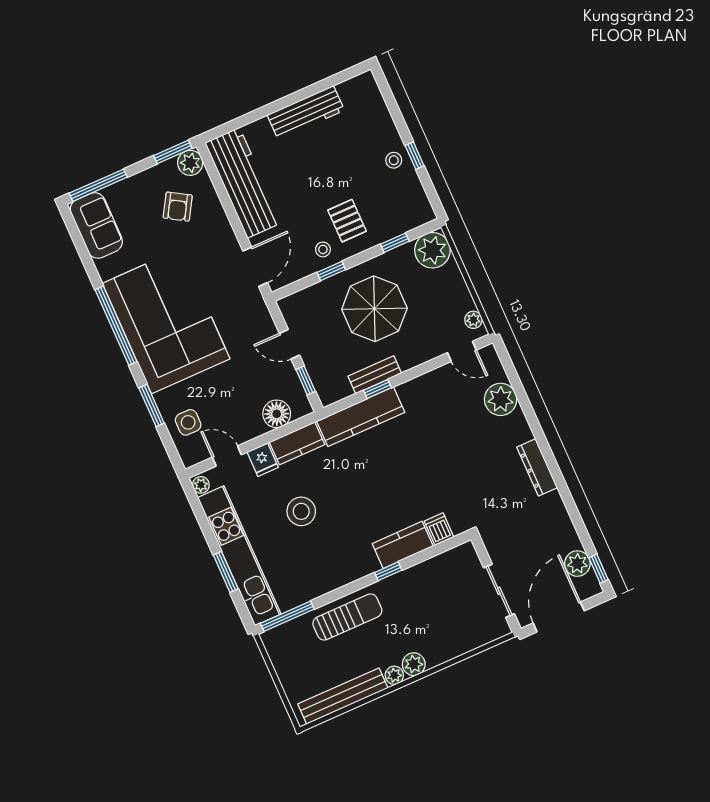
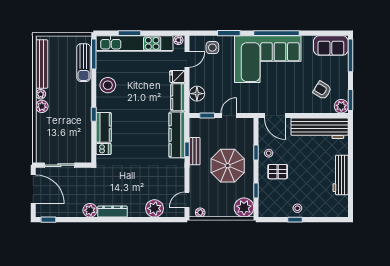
stool: (301, 511) -> (108, 85), moved
plant: (577, 564) -> (90, 210), moved
sun lounger: (347, 617) -> (84, 63), moved

